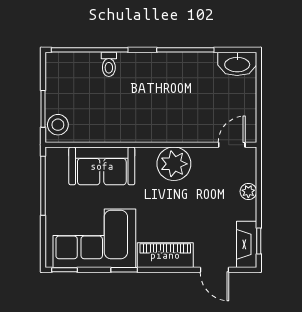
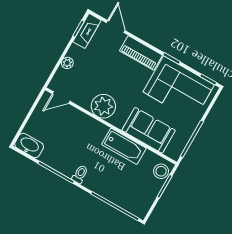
toilet: (109, 64) -> (80, 174), moved
bathtub: (121, 129) -> (124, 146), added

